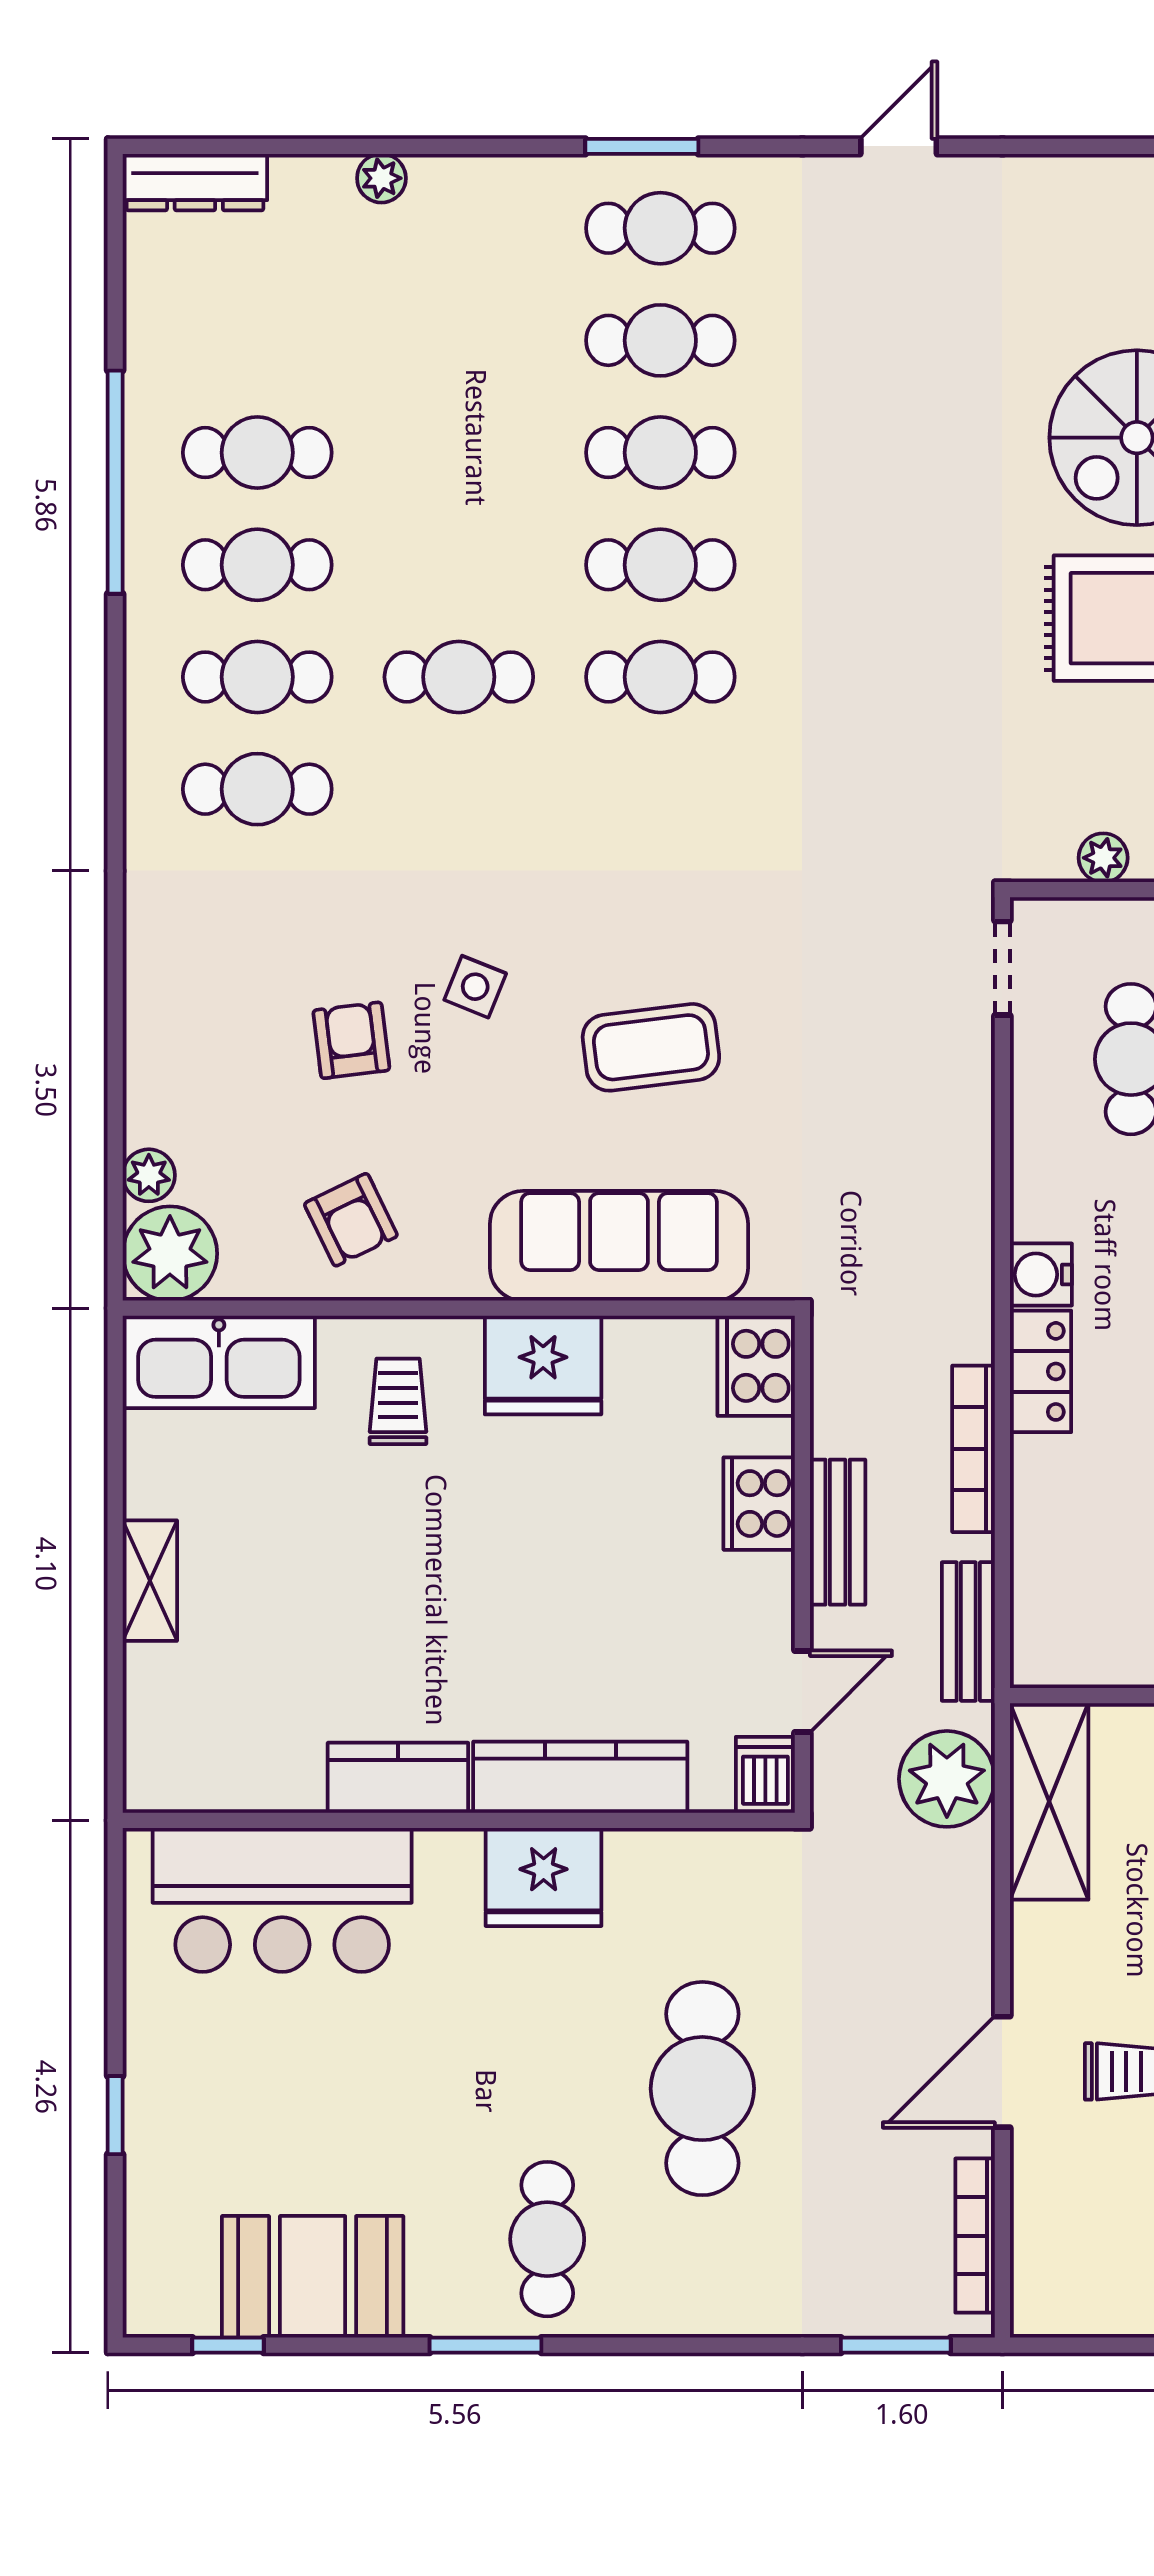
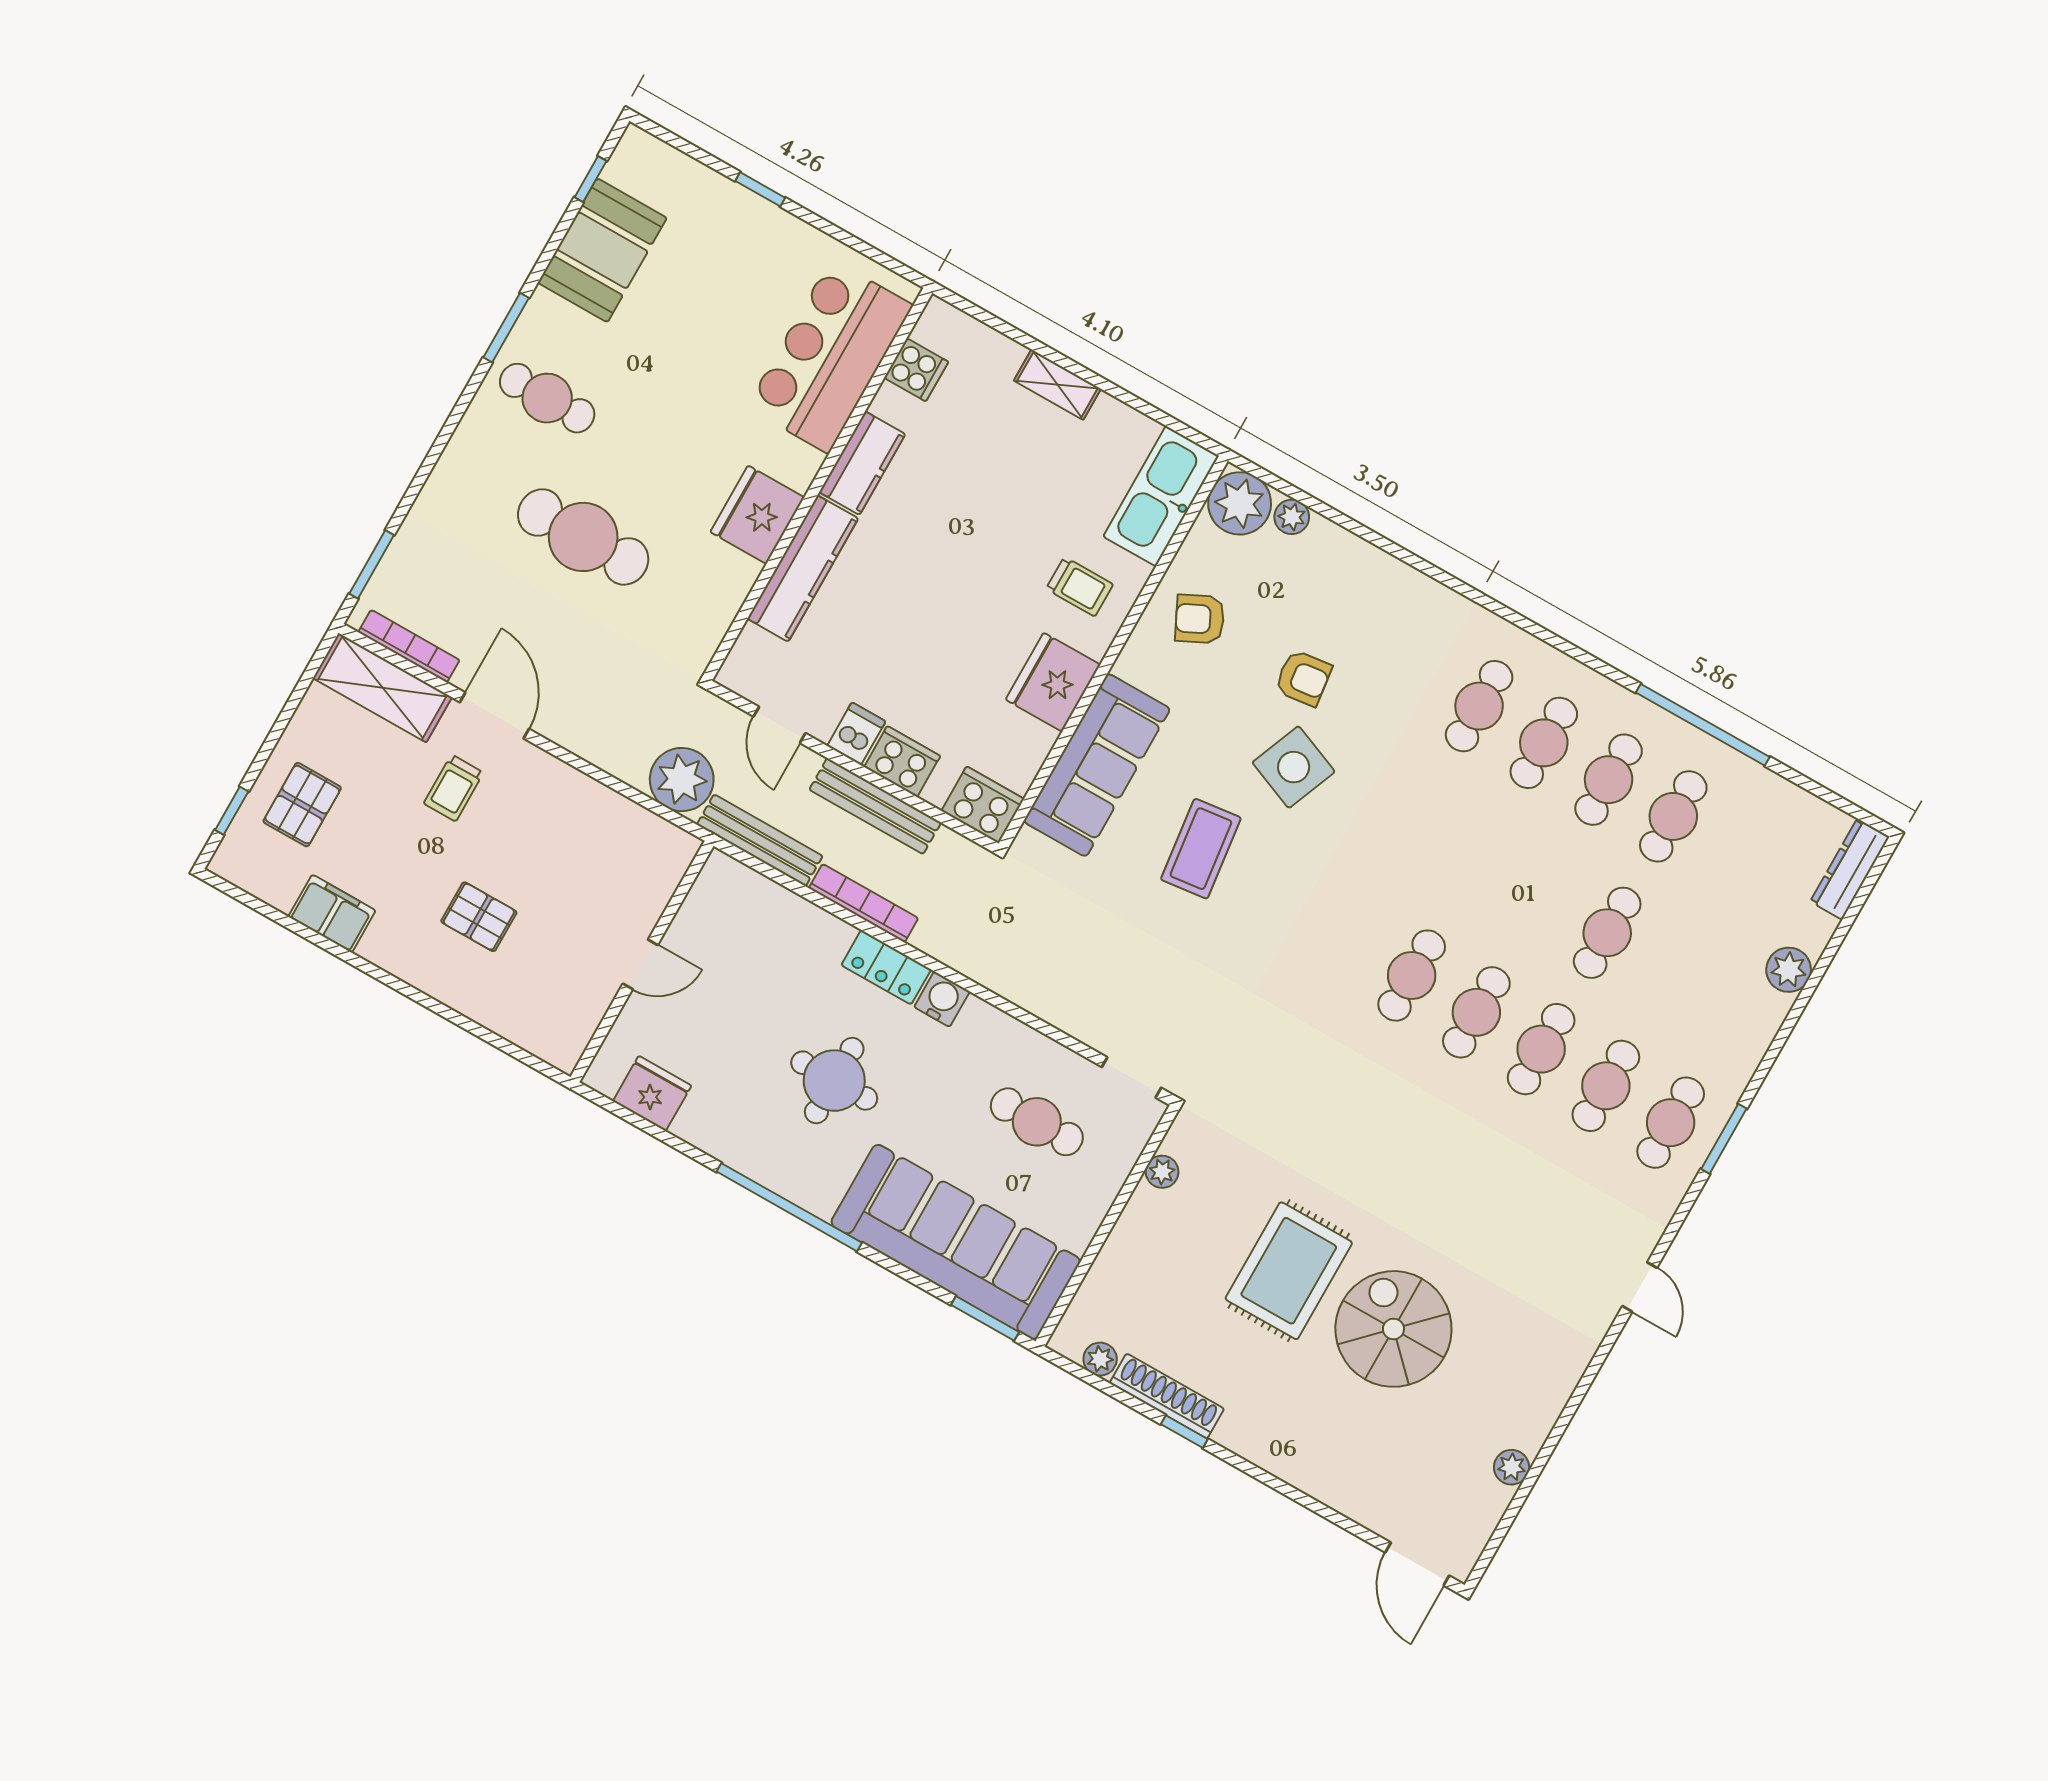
plant: (381, 178) -> (1789, 970), width x1.38, depth x1.38
cafe table: (459, 677) -> (1607, 933), moved
side table: (475, 987) -> (1294, 767), width x1.87, depth x1.87
bench: (838, 1532) -> (875, 806), width x1.36
bench: (968, 1632) -> (760, 840), width x1.36
dishwasher: (765, 1775) -> (856, 734), moved, turned -90
cooker: (235, 1777) -> (916, 370), added
shelving: (1049, 1801) -> (382, 688), moved

